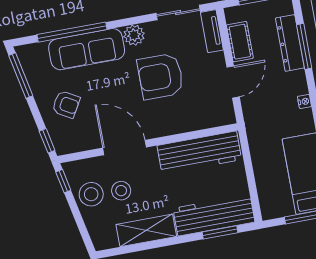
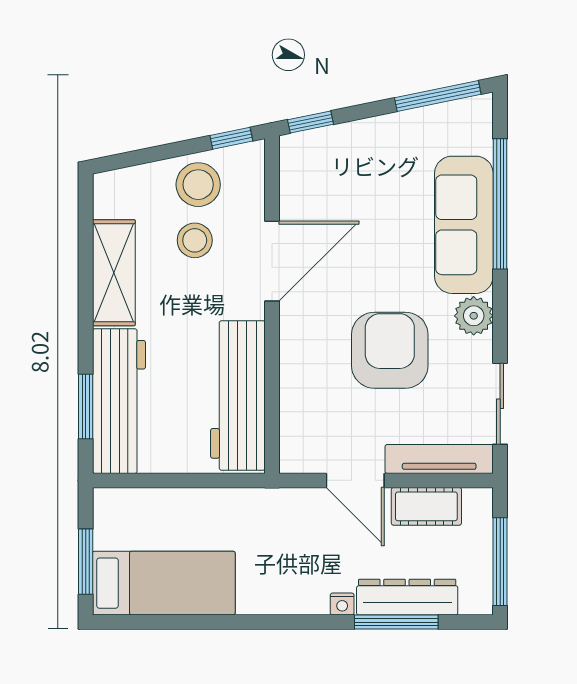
tv unit: (212, 31) -> (439, 459), width x1.41
nightstand: (304, 101) -> (342, 604), moved
armchair: (66, 104) -> (370, 169), removed

